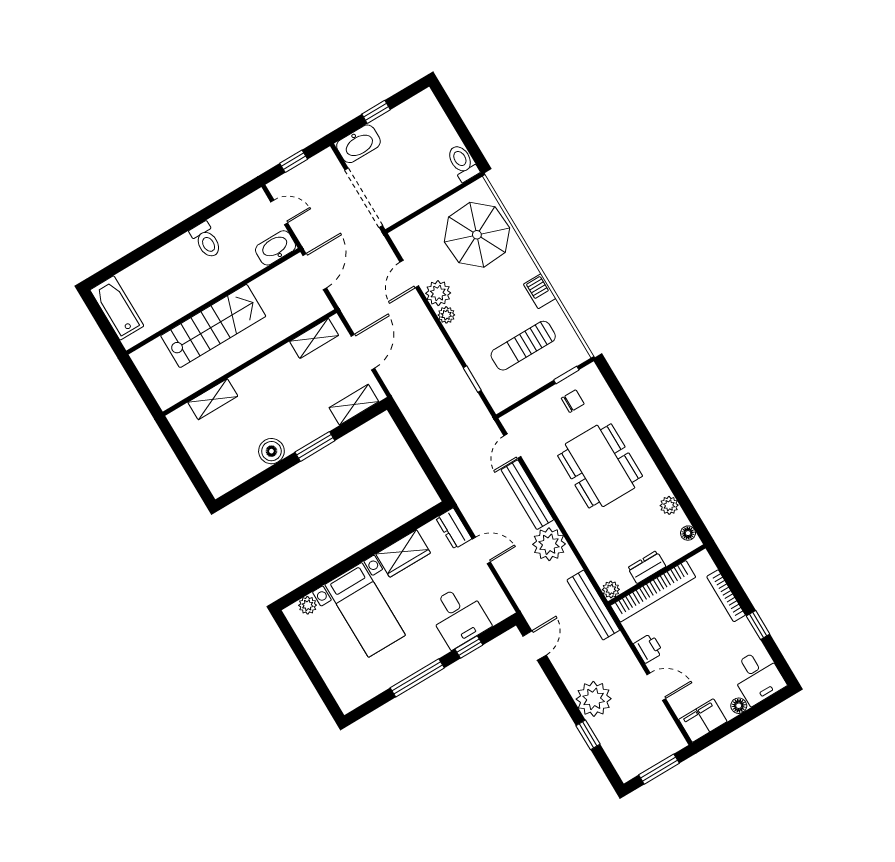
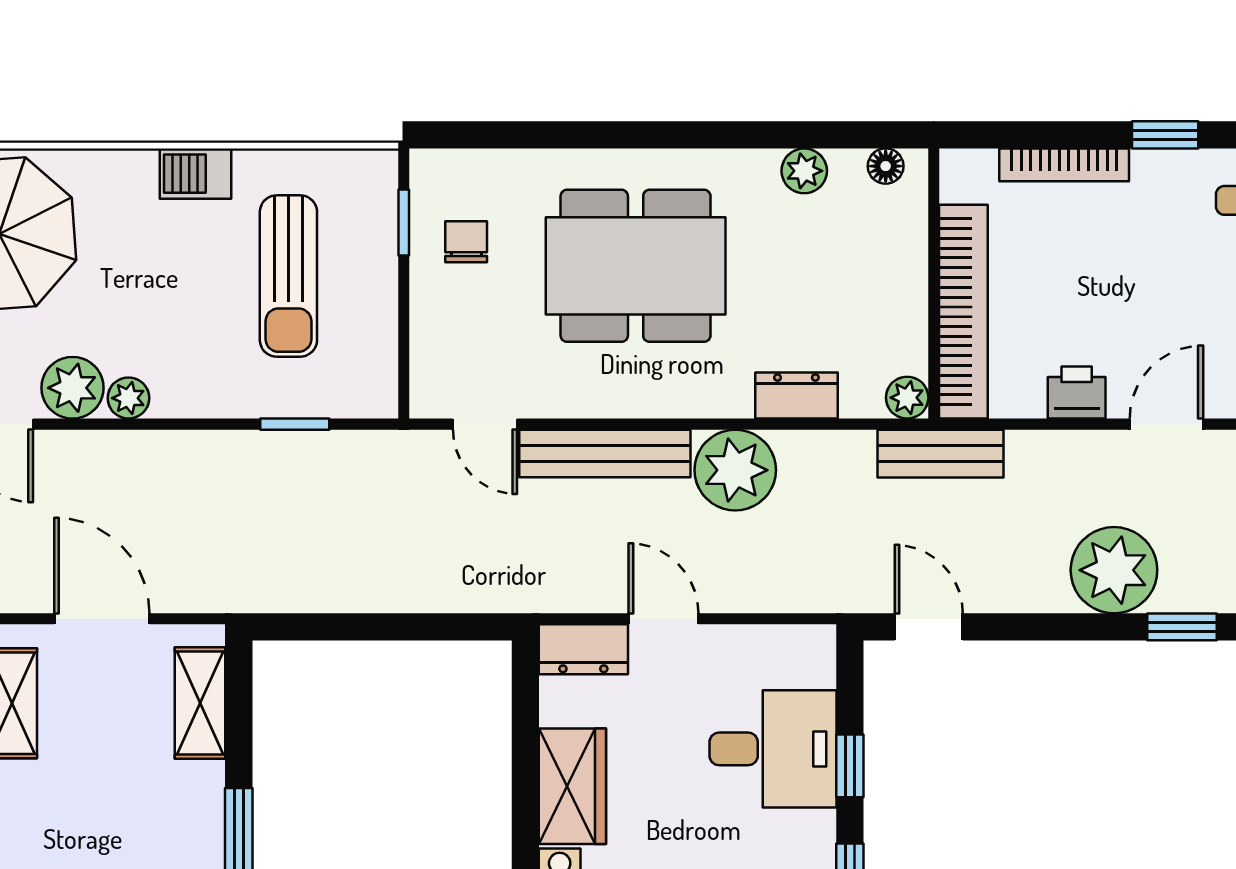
door: (481, 550) -> (663, 619), hinge flipped
dresser: (647, 567) -> (796, 396), moved, turned 90
bench: (593, 605) -> (941, 454), width x0.73

